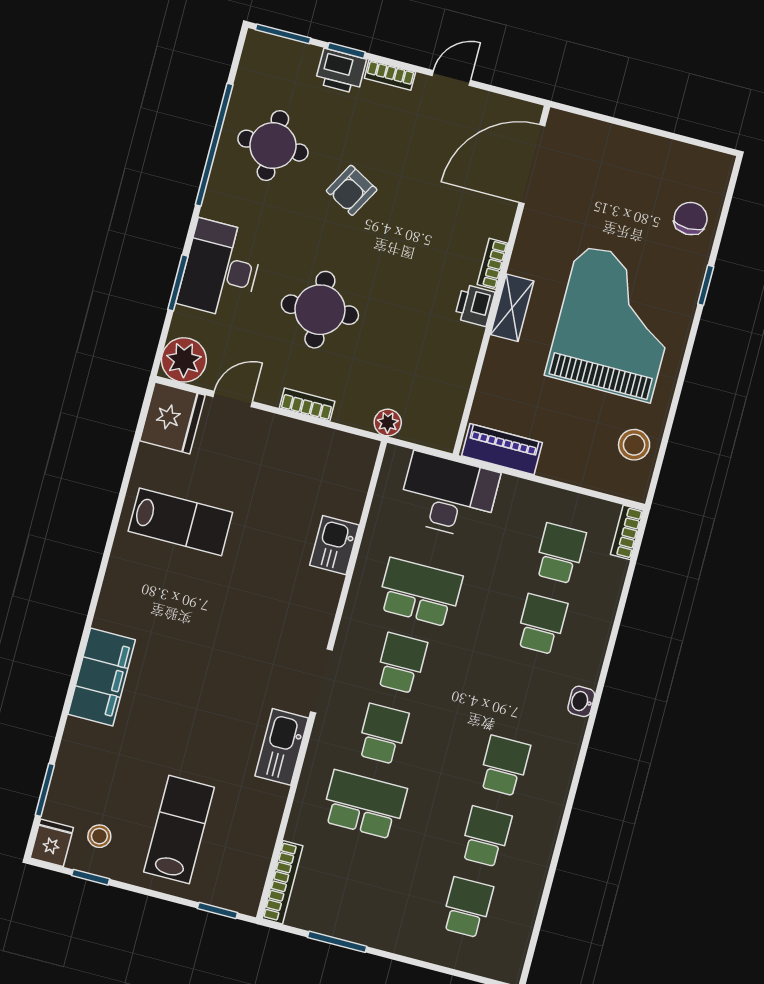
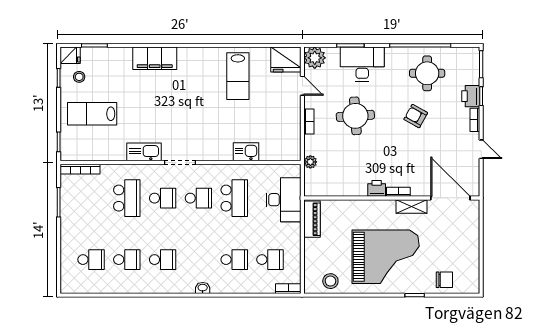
shelving: (512, 308) -> (412, 206), moved
lab bench: (179, 830) -> (92, 114), turned 180

